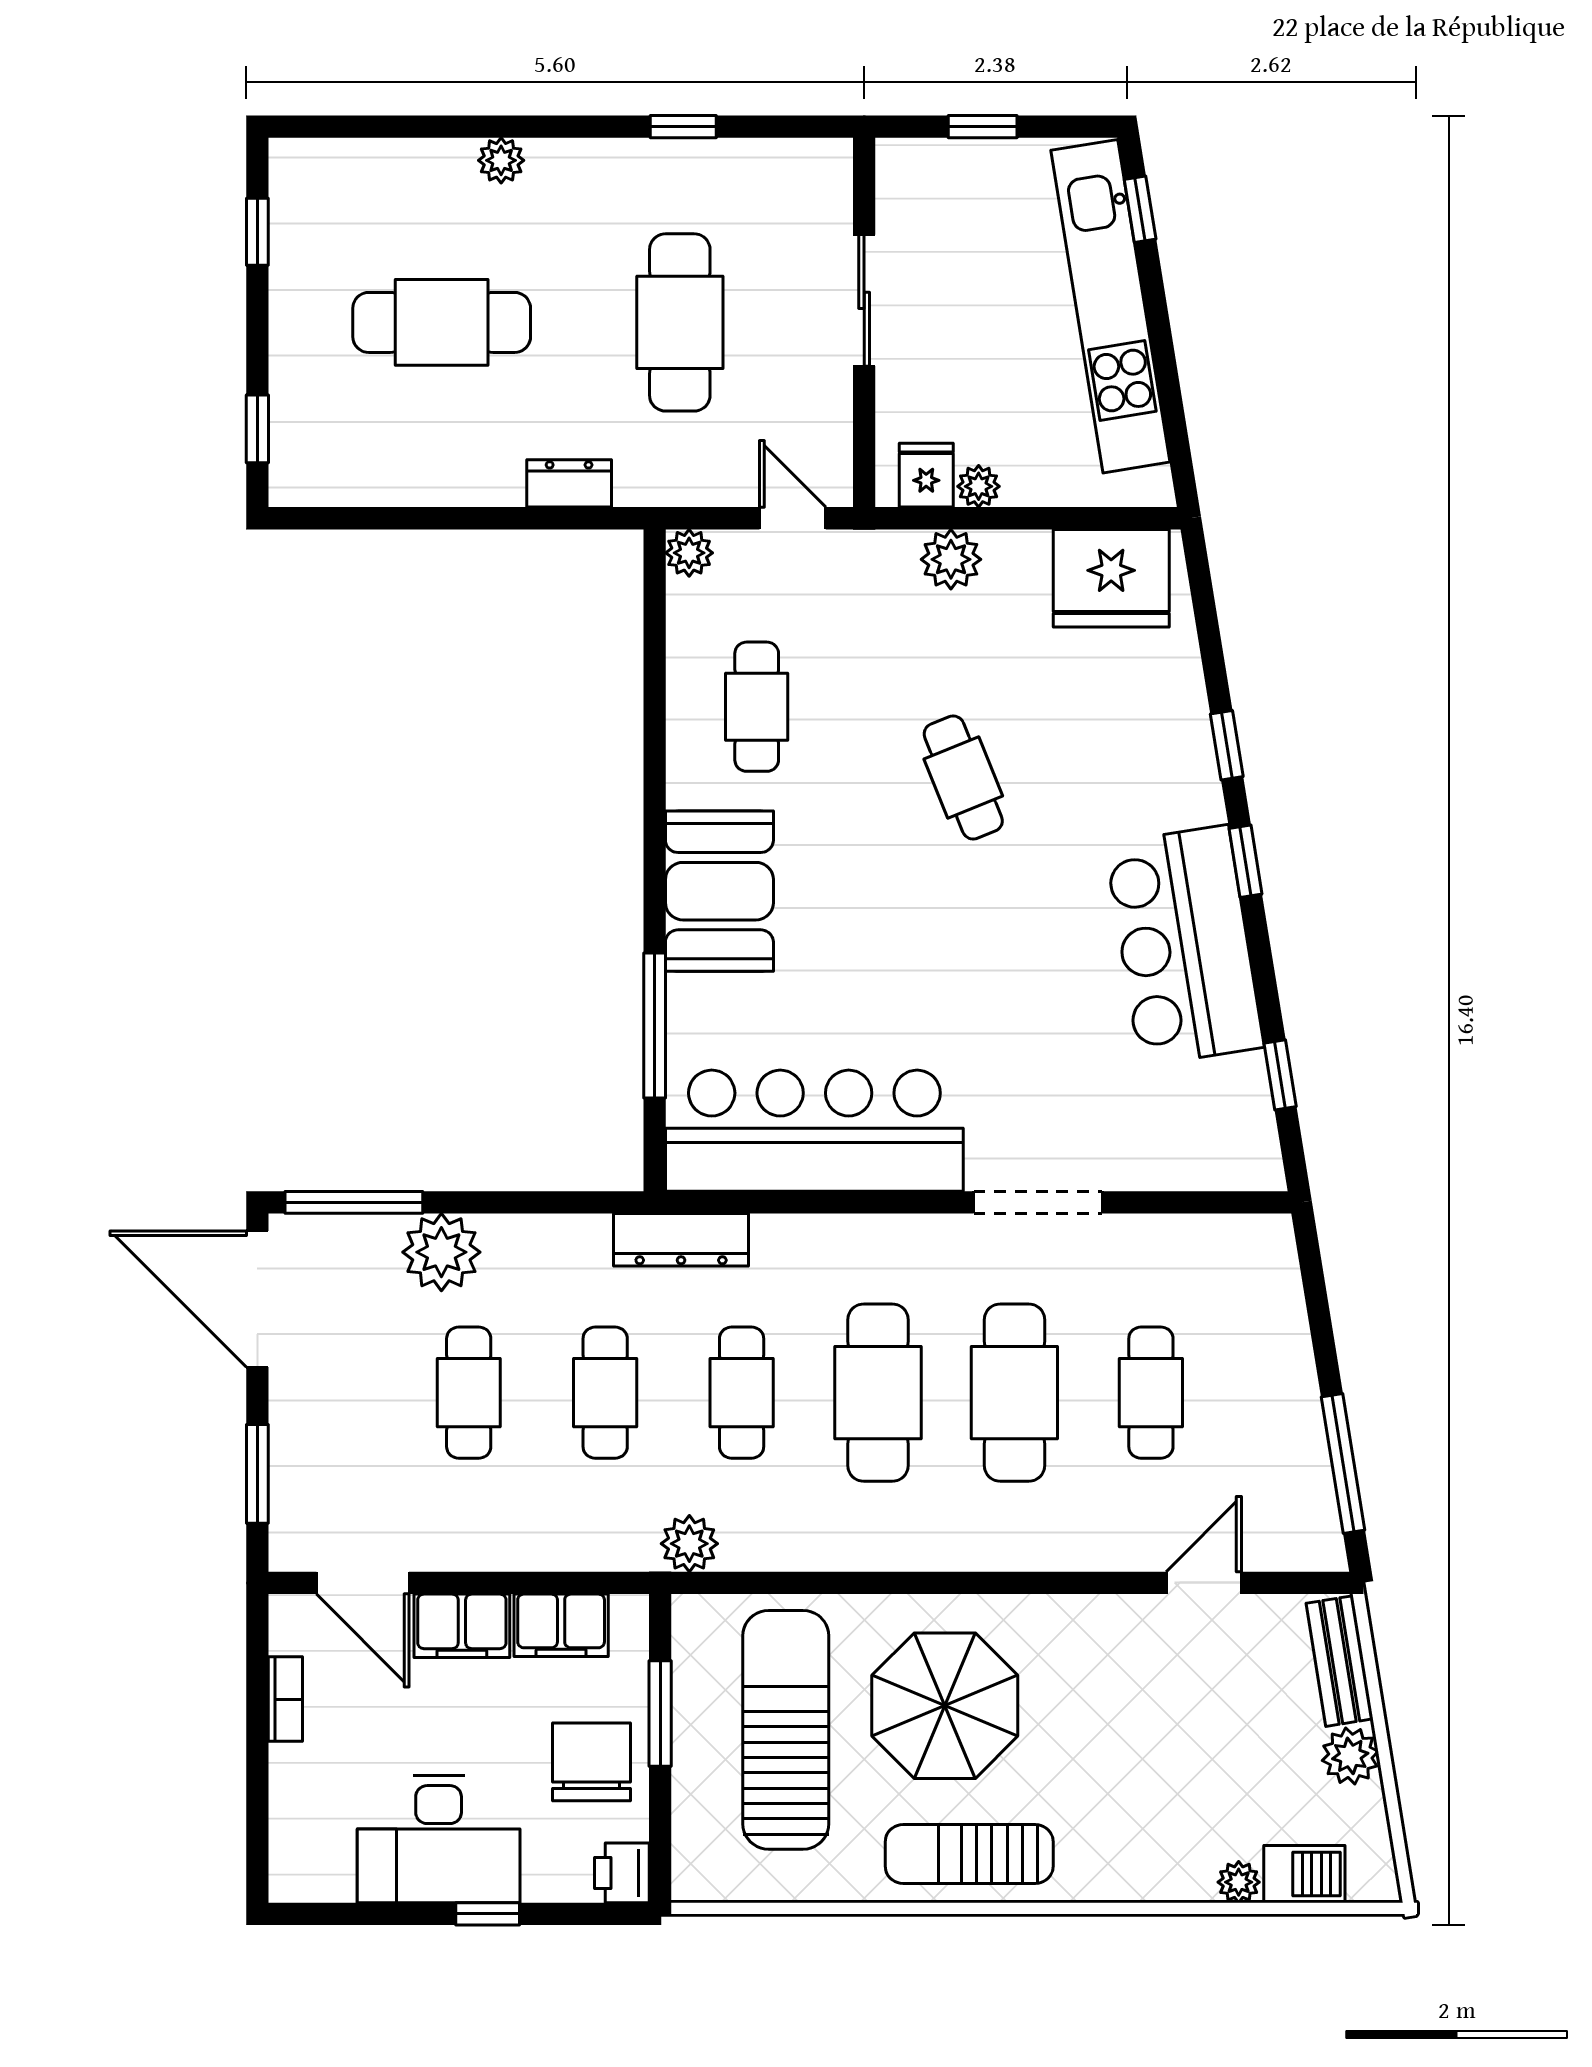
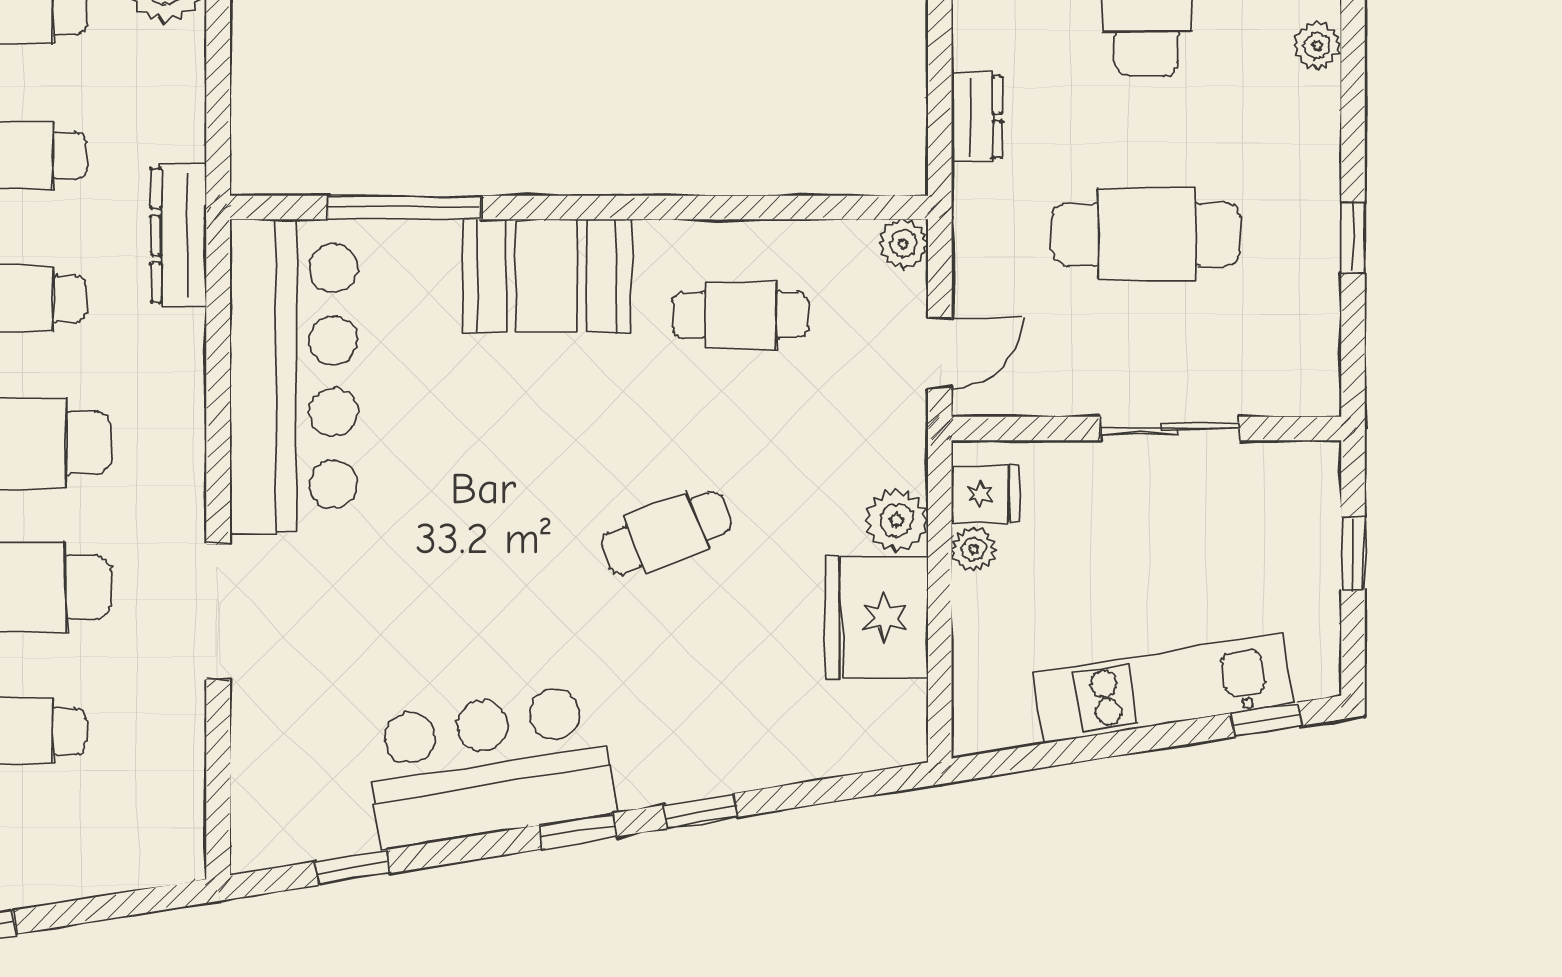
kitchen unit: (1110, 306) -> (1163, 688), width x0.73
fridge: (1111, 578) -> (876, 617), moved

